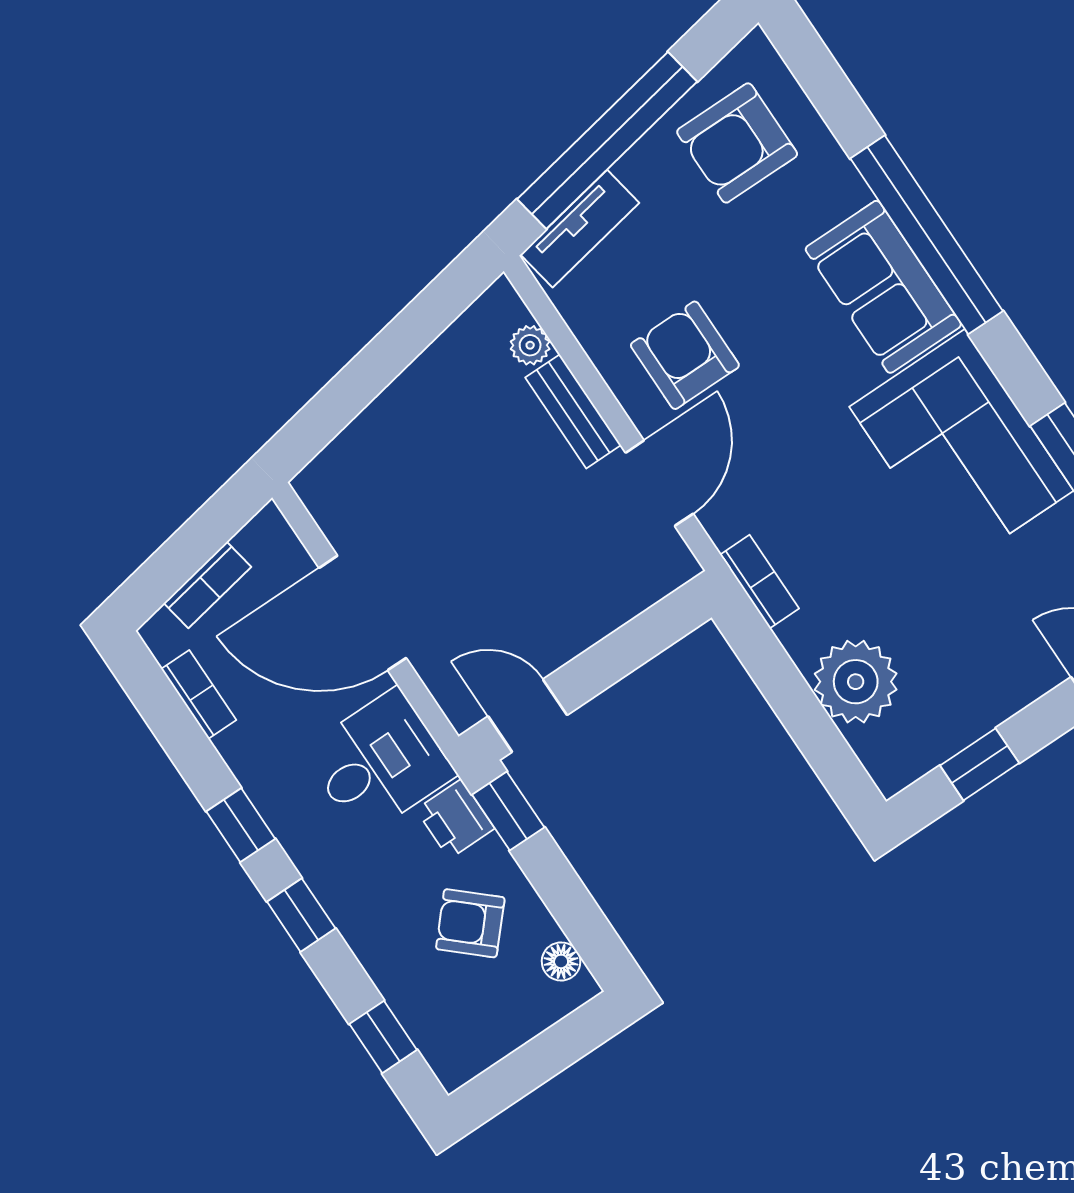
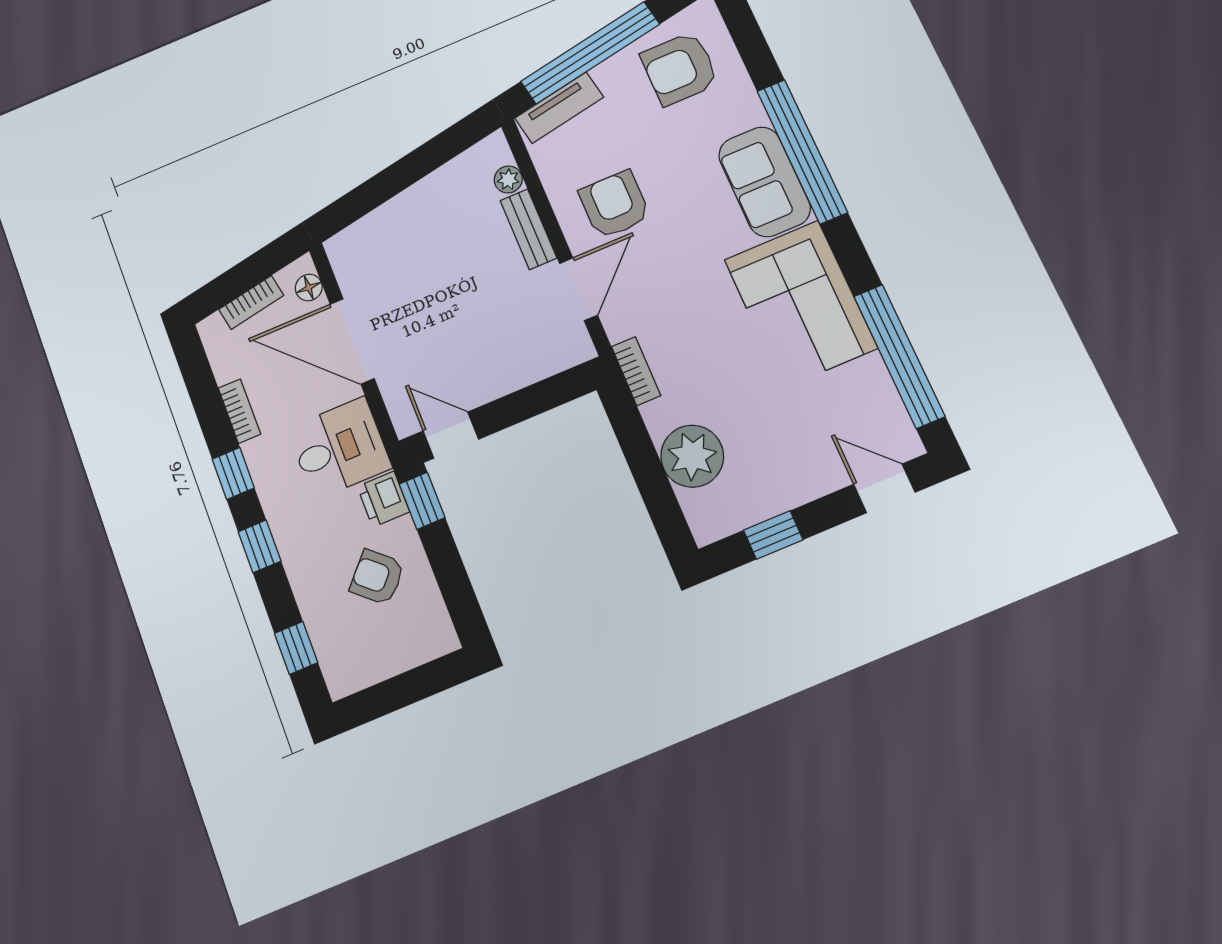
bookcase: (199, 695) -> (239, 411), moved
floor lamp: (561, 961) -> (309, 288), moved

